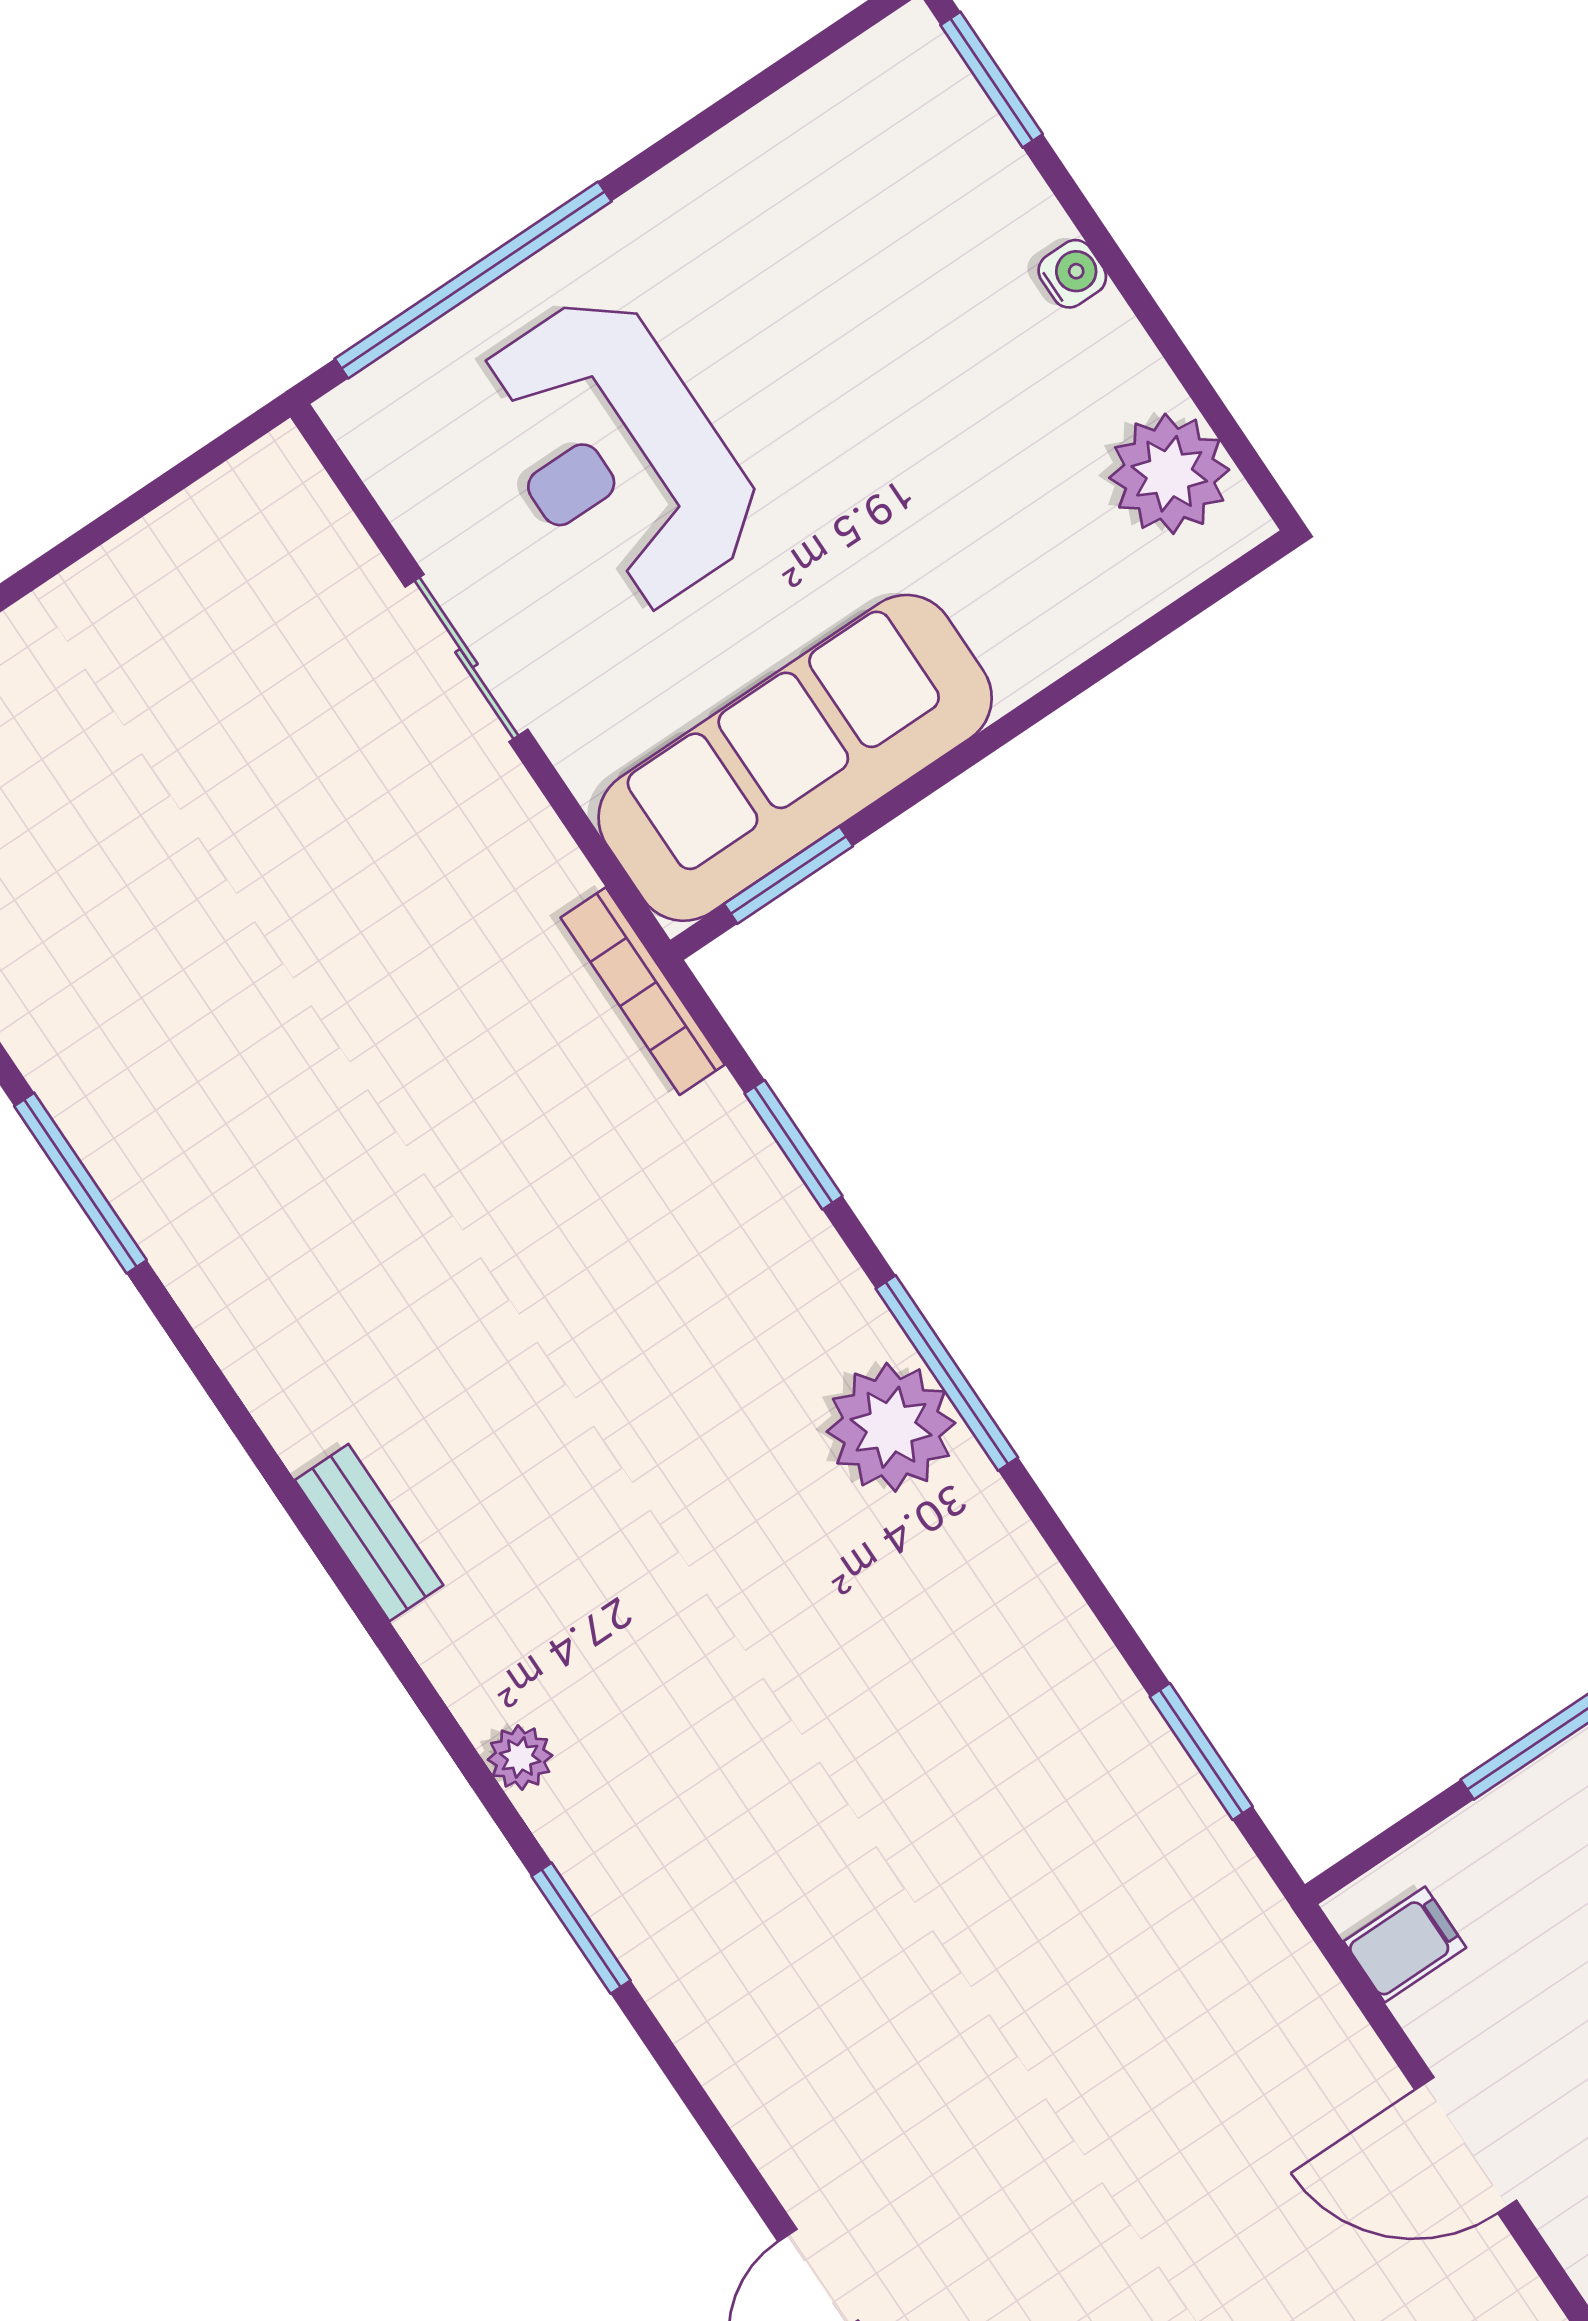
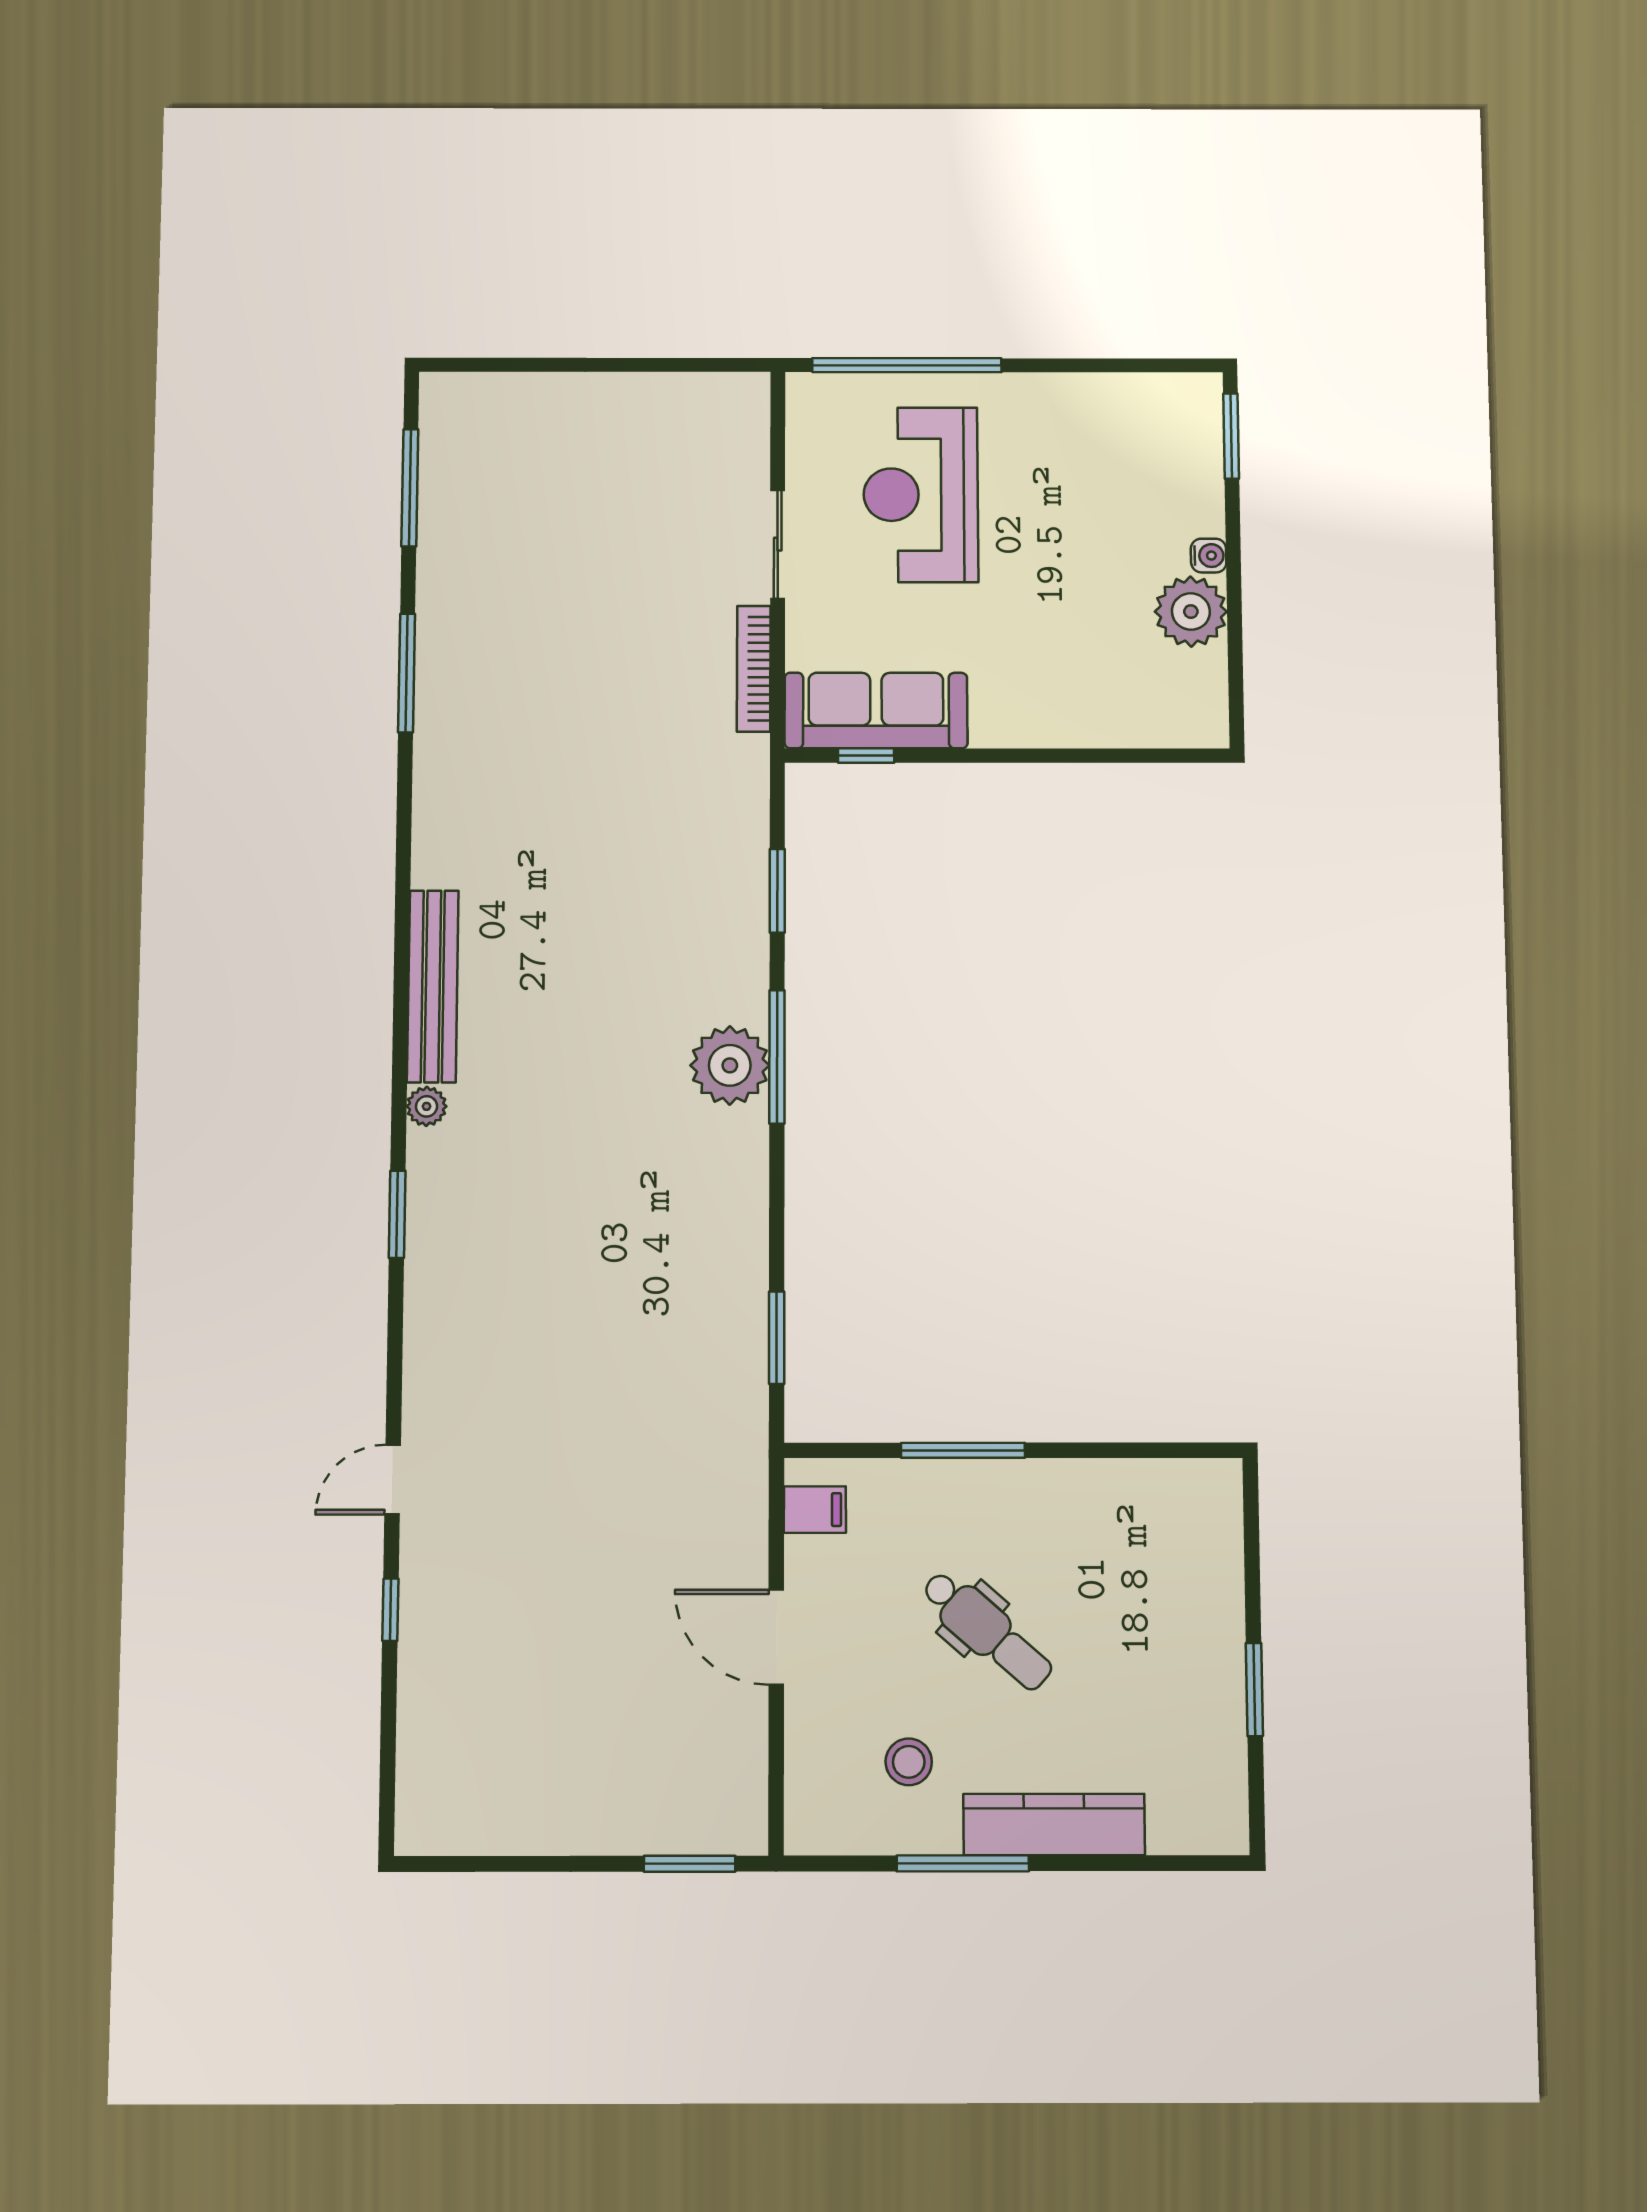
plant: (1169, 474) -> (1191, 612), moved
sofa: (795, 758) -> (876, 710), width x0.74, depth x0.79
window: (788, 875) -> (866, 756), width x0.67
bookcase: (643, 991) -> (754, 669), moved
bench: (369, 1533) -> (433, 986), width x1.86, depth x1.21

